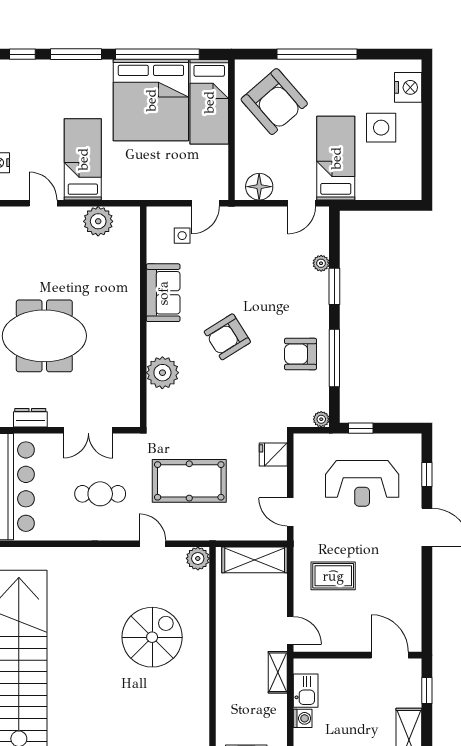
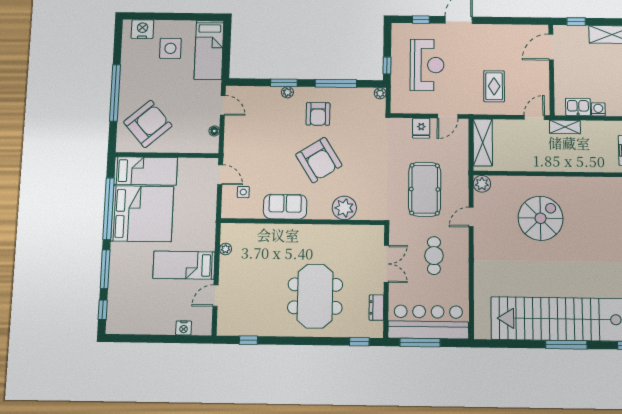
bed: (336, 158) -> (209, 50), moved, turned -90
floor lamp: (259, 187) -> (214, 131), width x0.53, depth x0.53
plant: (98, 221) -> (226, 249), width x0.53, depth x0.53
plant: (321, 263) -> (287, 92), moved
armchair: (227, 337) -> (319, 160), width x1.36, depth x1.36
armchair: (300, 354) -> (318, 114), moved
fridge: (273, 455) -> (421, 128), moved
spiral stairs: (152, 637) -> (541, 218), turned 90

